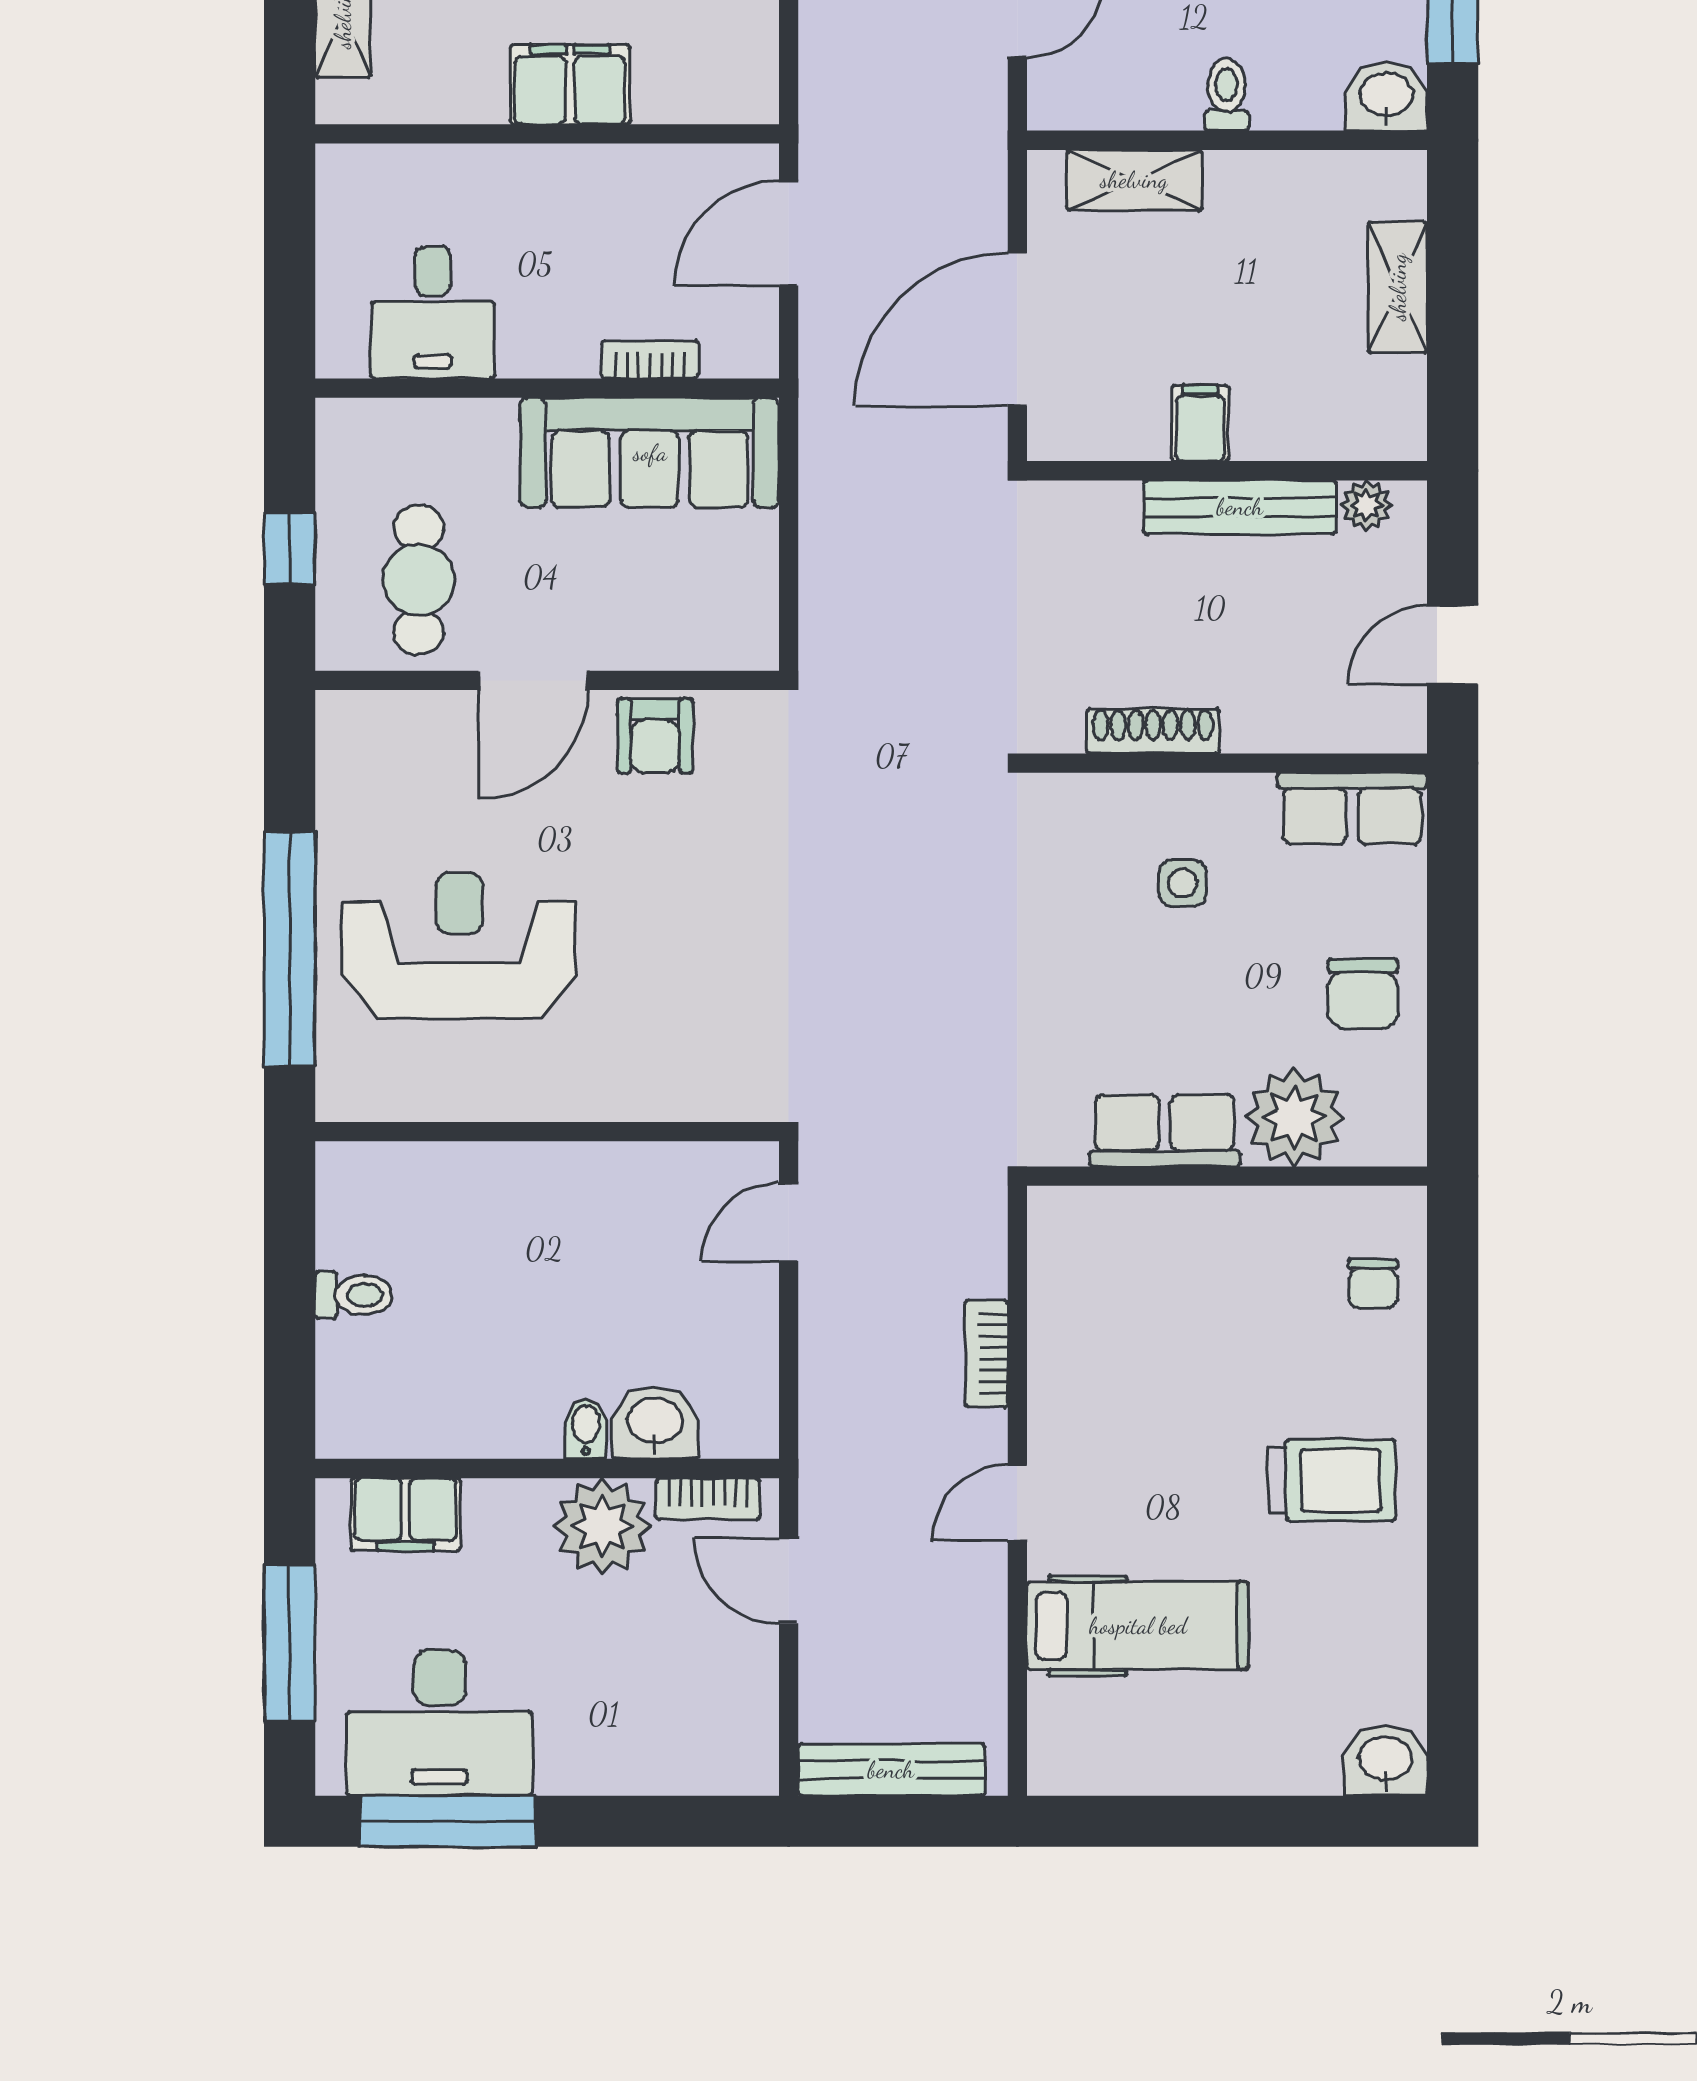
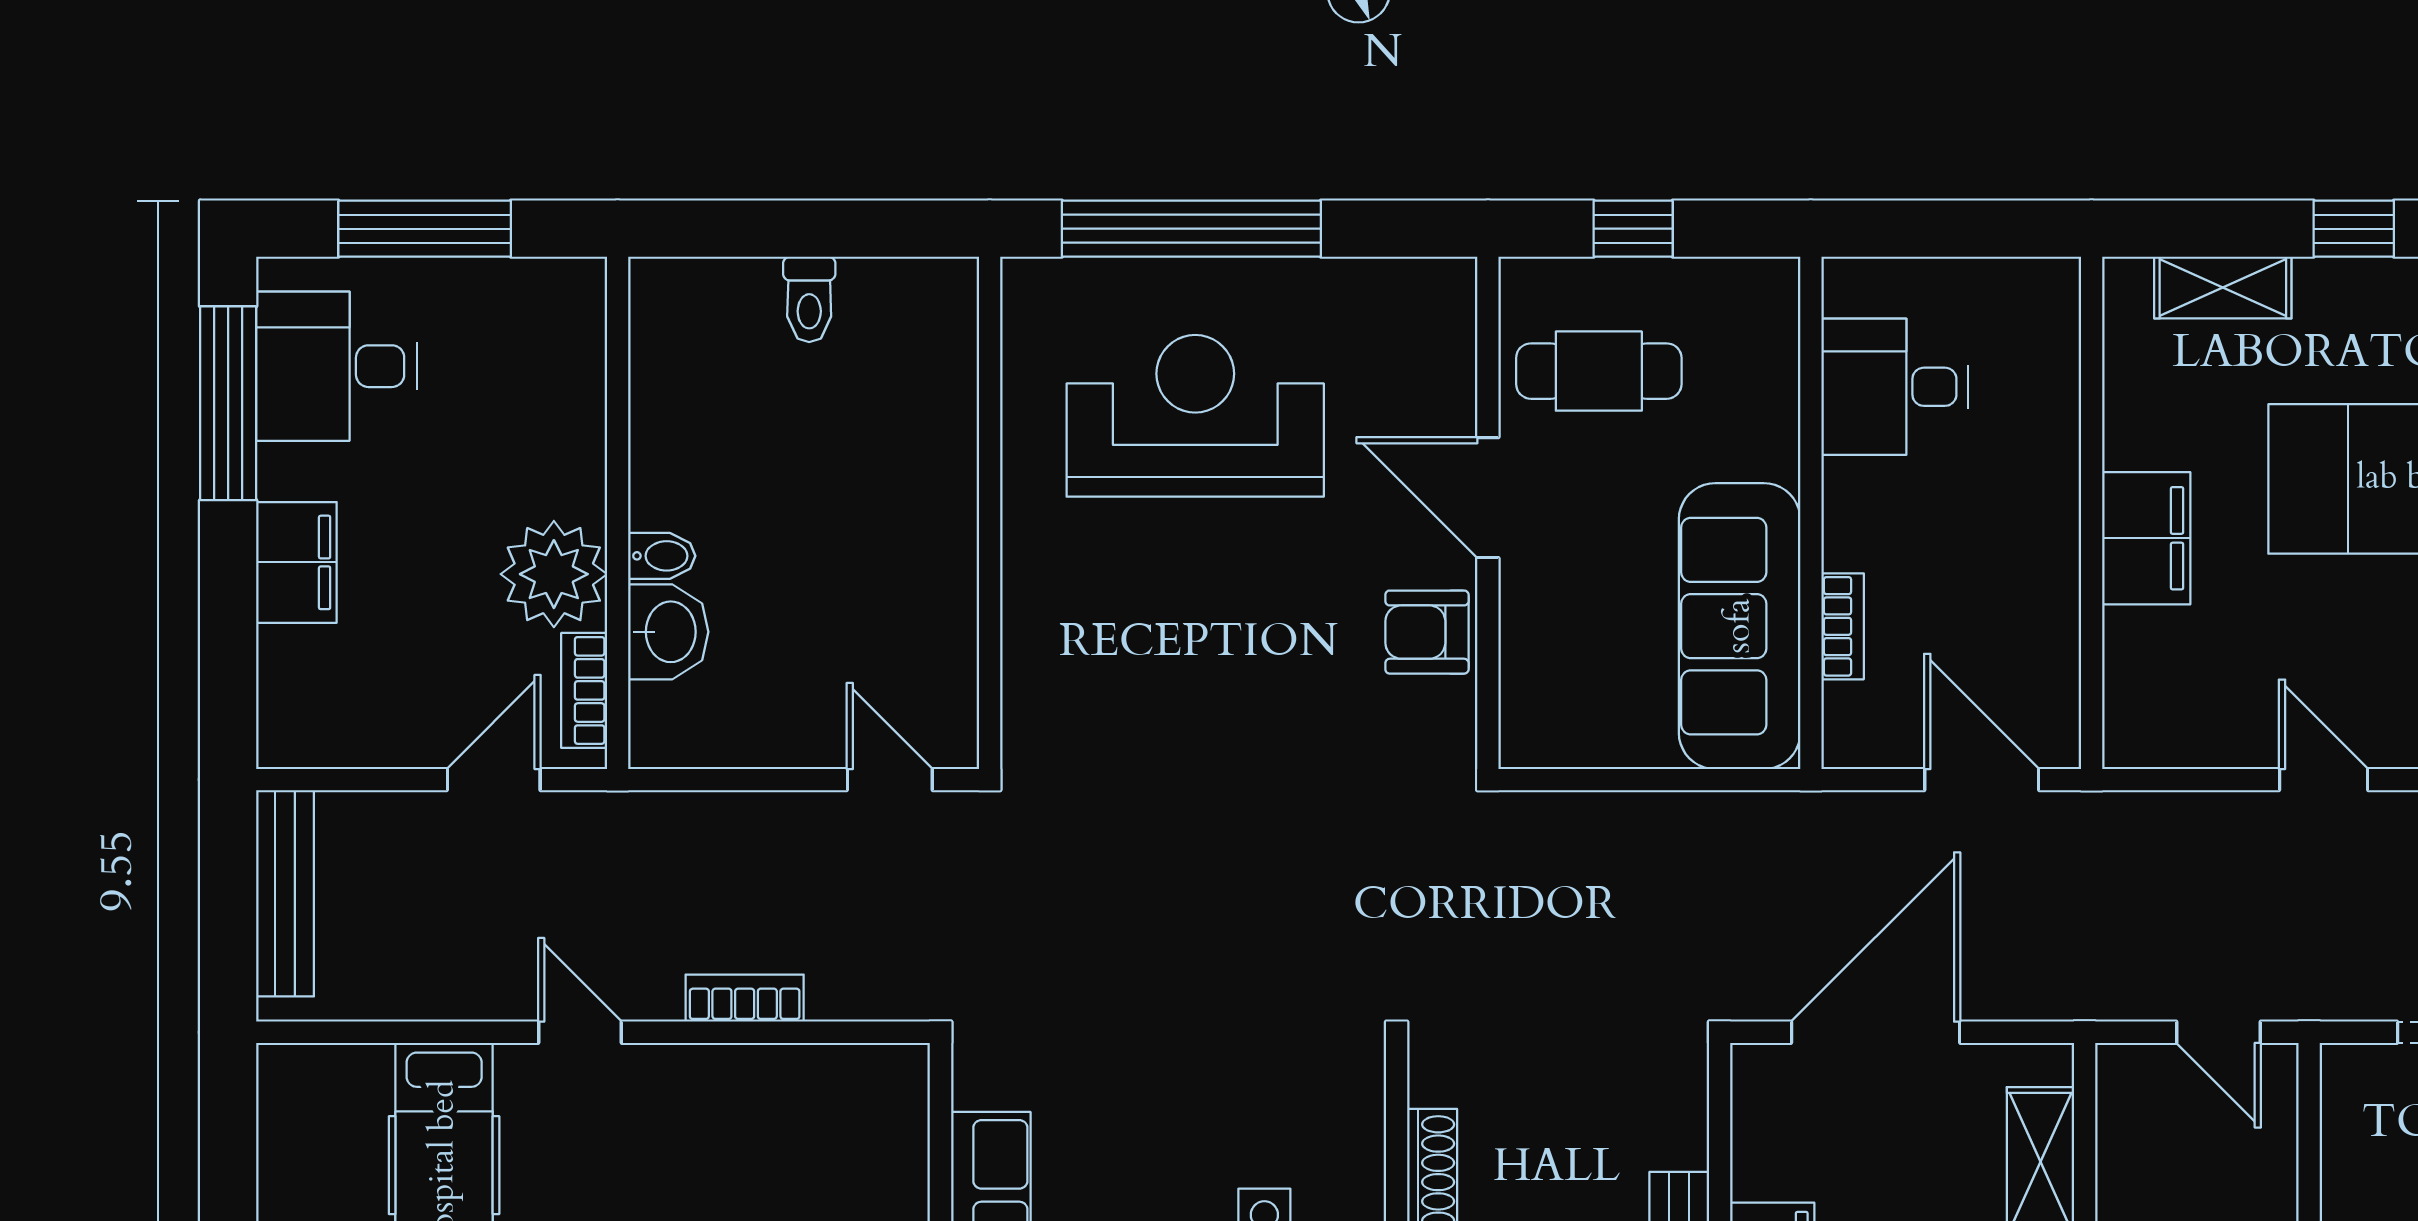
door: (1017, 329) -> (1876, 1032), hinge flipped
reception desk: (459, 945) -> (1195, 416), turned -90
filing cabinet: (405, 1514) -> (296, 562), moved, turned 180
desk: (439, 1723) -> (337, 366), width x0.73

